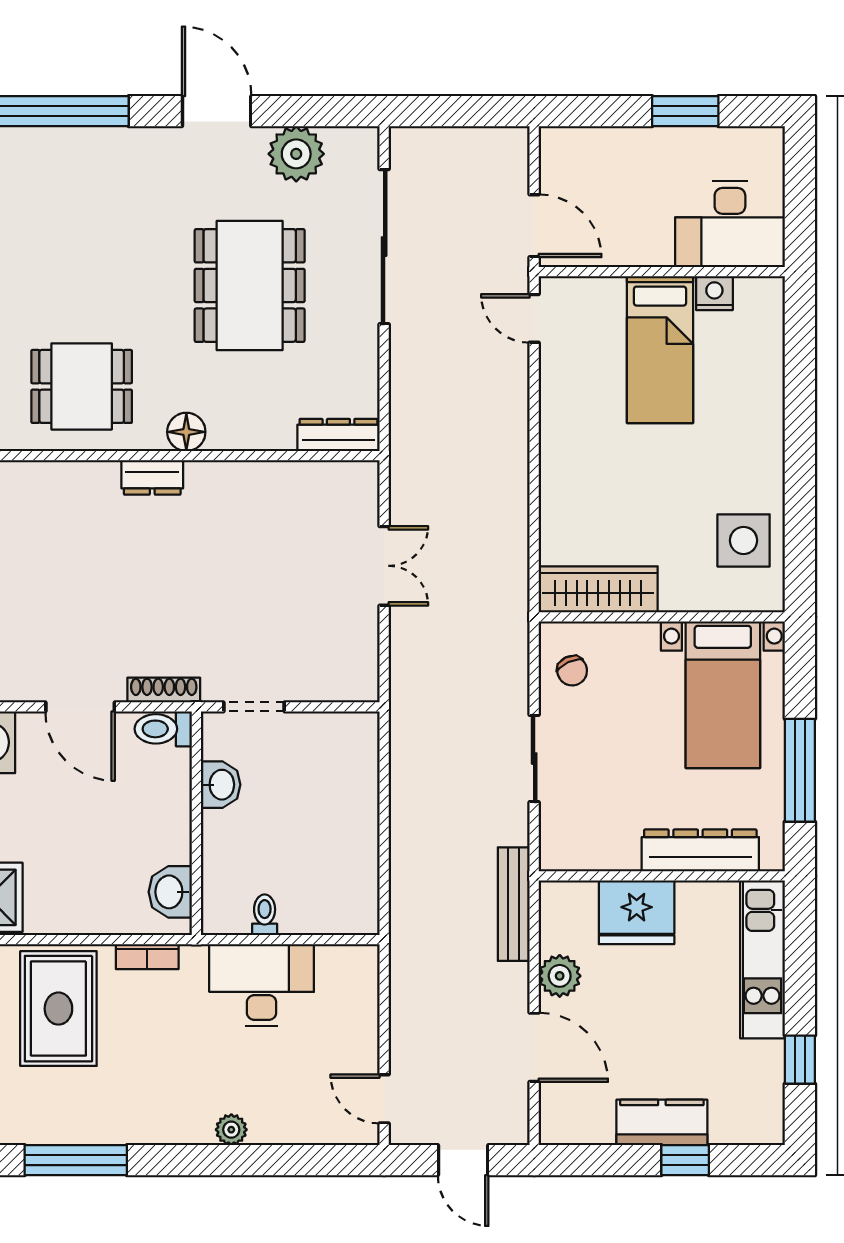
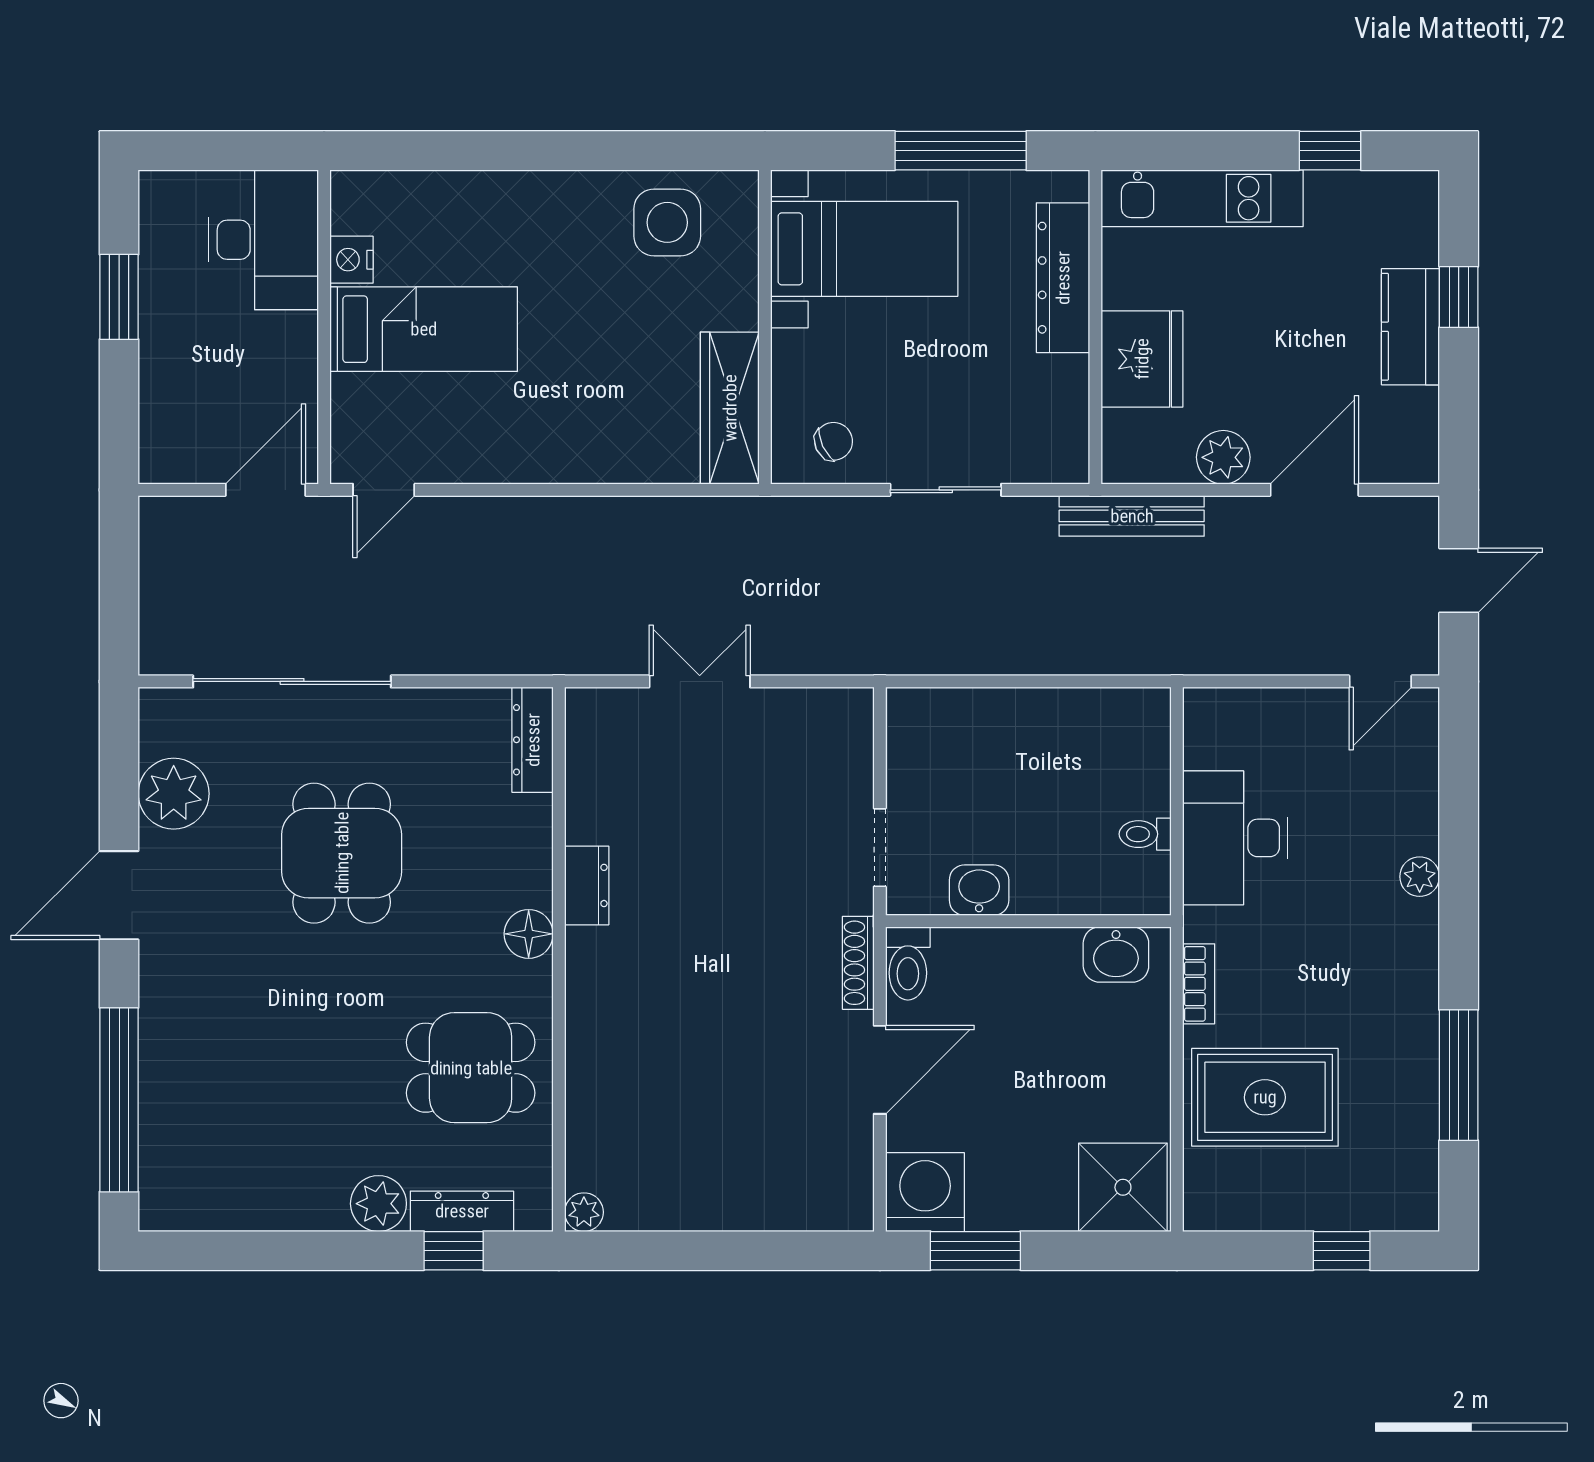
dining table: (250, 285) -> (342, 853), width x0.73
dining table: (82, 386) -> (471, 1068), turned 90
dresser: (152, 477) -> (587, 885), moved

